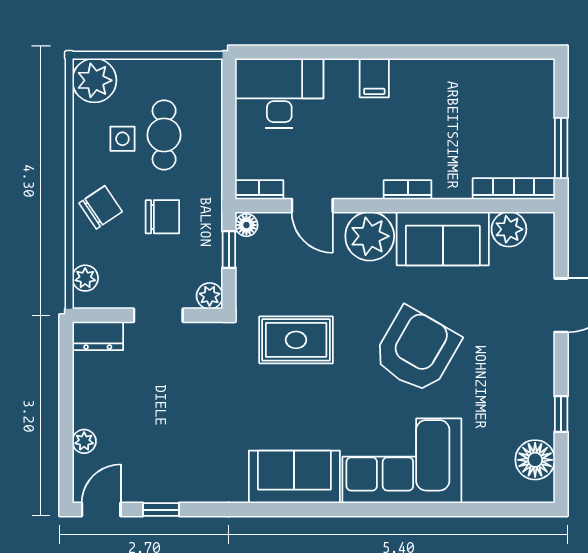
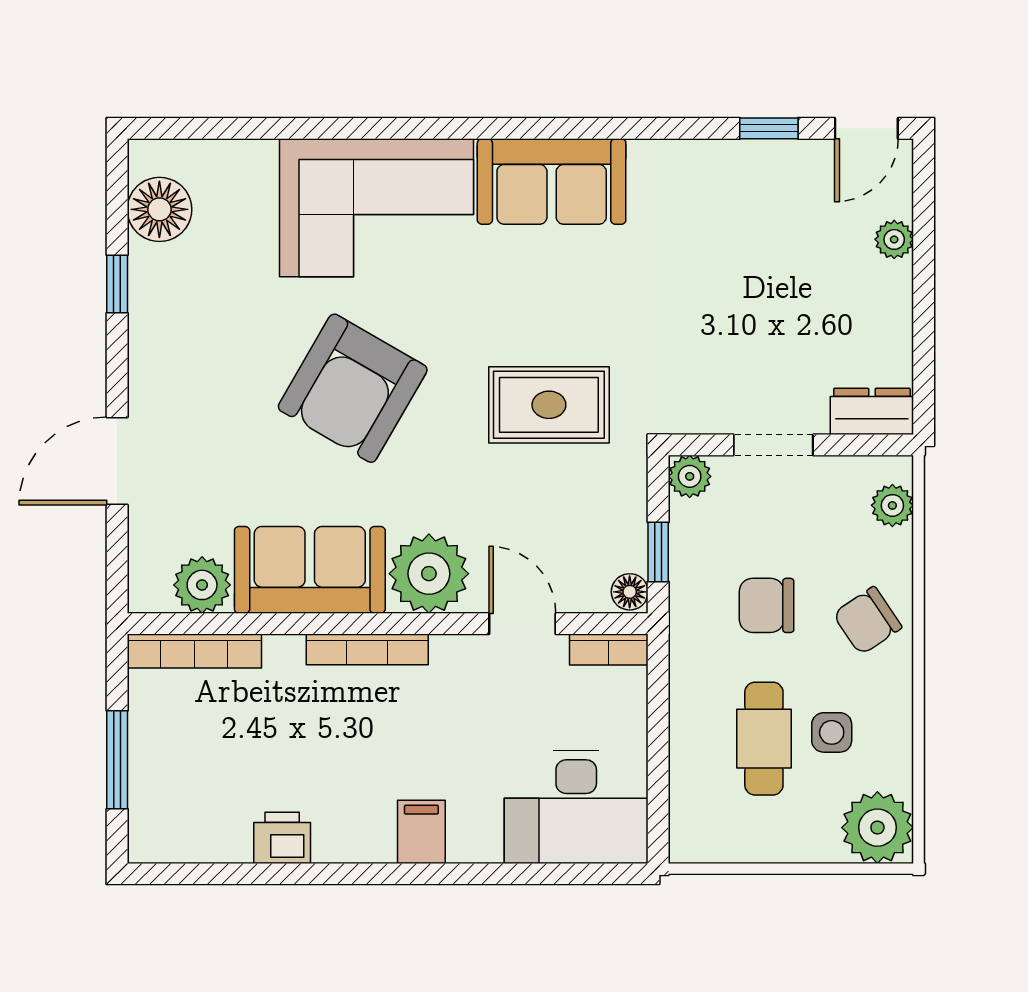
printer: (460, 74) -> (282, 838), added
window: (561, 148) -> (117, 760), moved
bookcase: (408, 190) -> (367, 649), width x1.56

